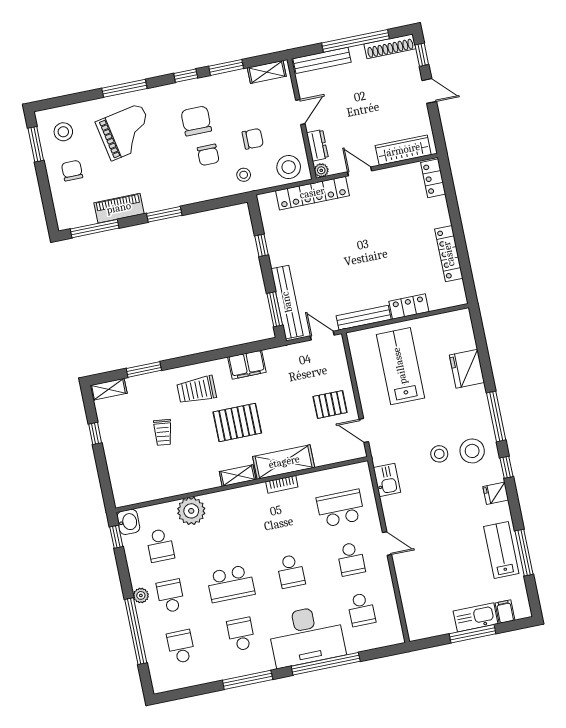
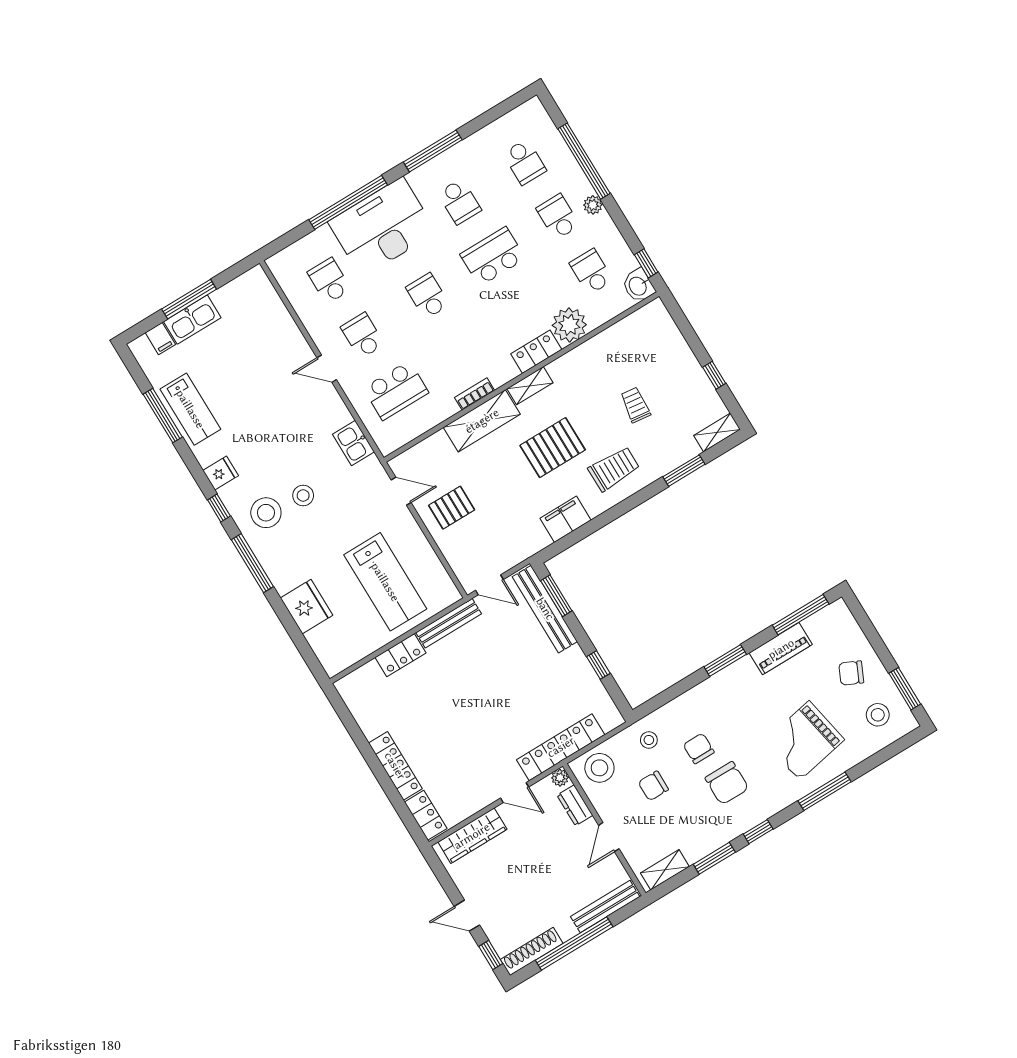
chair: (72, 171) -> (851, 673), turned 115
locker: (449, 254) -> (395, 766), moved
locker: (224, 500) -> (536, 352), added
school desk: (171, 596) -> (558, 217), turned 180

